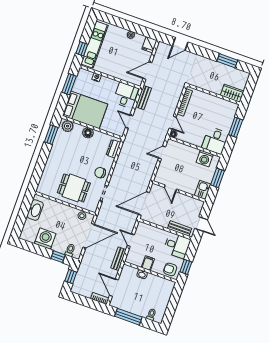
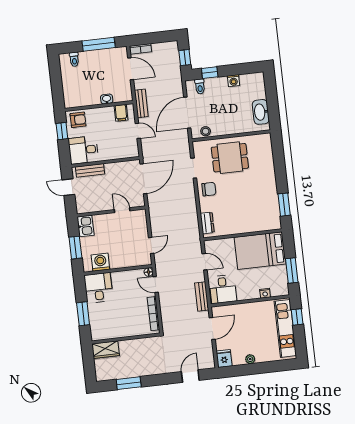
plant: (68, 126) -> (271, 223), removed
floor lamp: (88, 133) -> (244, 227), removed
washing machine: (45, 239) -> (233, 81), width x0.53, depth x0.53
filing cabinet: (148, 263) -> (121, 113), moved

